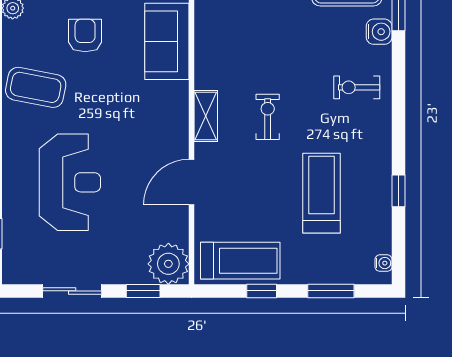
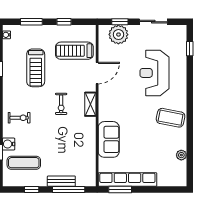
armchair: (85, 36) -> (147, 142), removed
treadmill: (240, 261) -> (74, 51), moved
plant: (168, 264) -> (118, 35), moved

